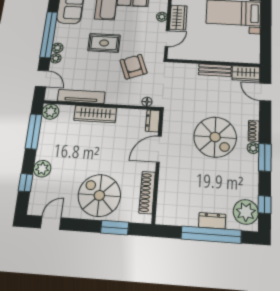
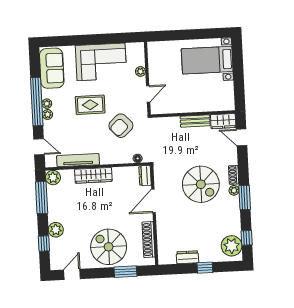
wardrobe: (178, 18) -> (156, 71), removed
plant: (56, 58) -> (47, 104), moved
armchair: (133, 67) -> (121, 126), turned -112
dresser: (212, 221) -> (187, 257), moved
window: (211, 235) -> (205, 268), width x0.32

